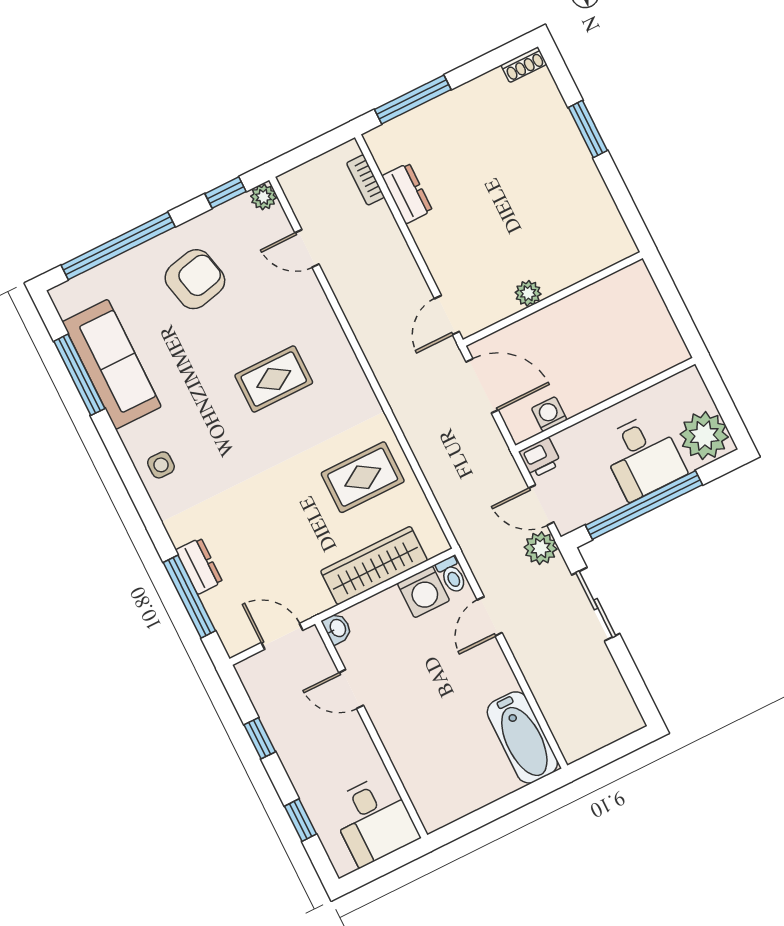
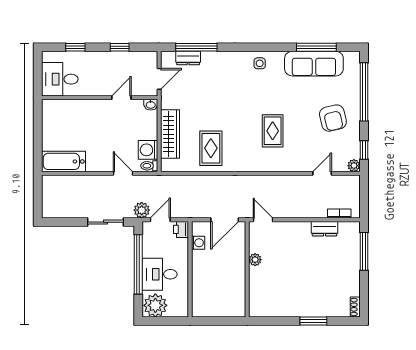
dresser: (199, 566) -> (188, 58), moved

